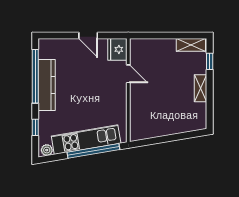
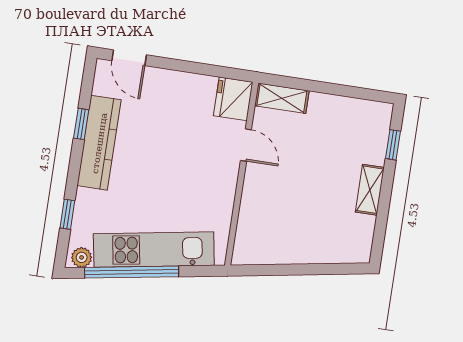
door: (88, 35) -> (129, 58), moved
shelving: (191, 45) -> (282, 98), moved
window: (35, 76) -> (81, 124), width x0.32
window: (93, 151) -> (132, 272), moved

